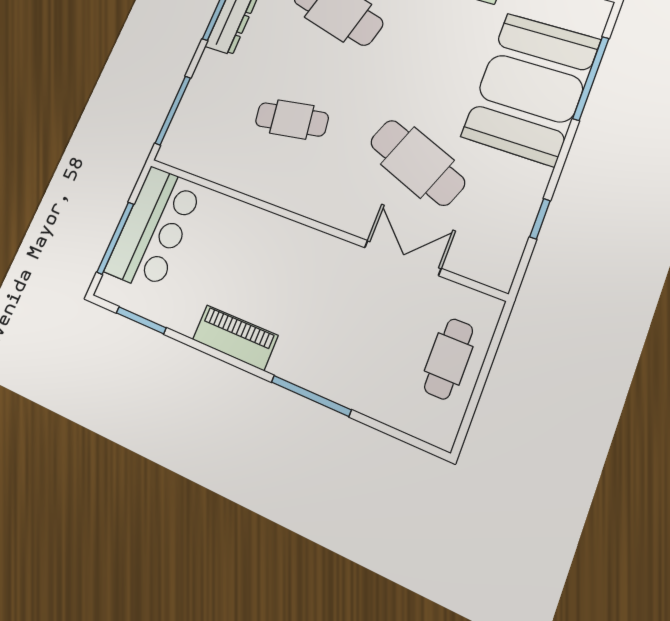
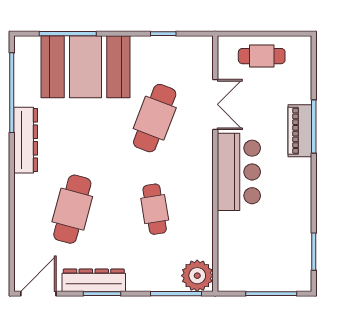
plant: (182, 146) -> (197, 276), added
bar counter: (154, 229) -> (239, 172), moved, turned 90
double door: (402, 258) -> (215, 104), swing flipped
piano: (235, 337) -> (300, 131), moved

